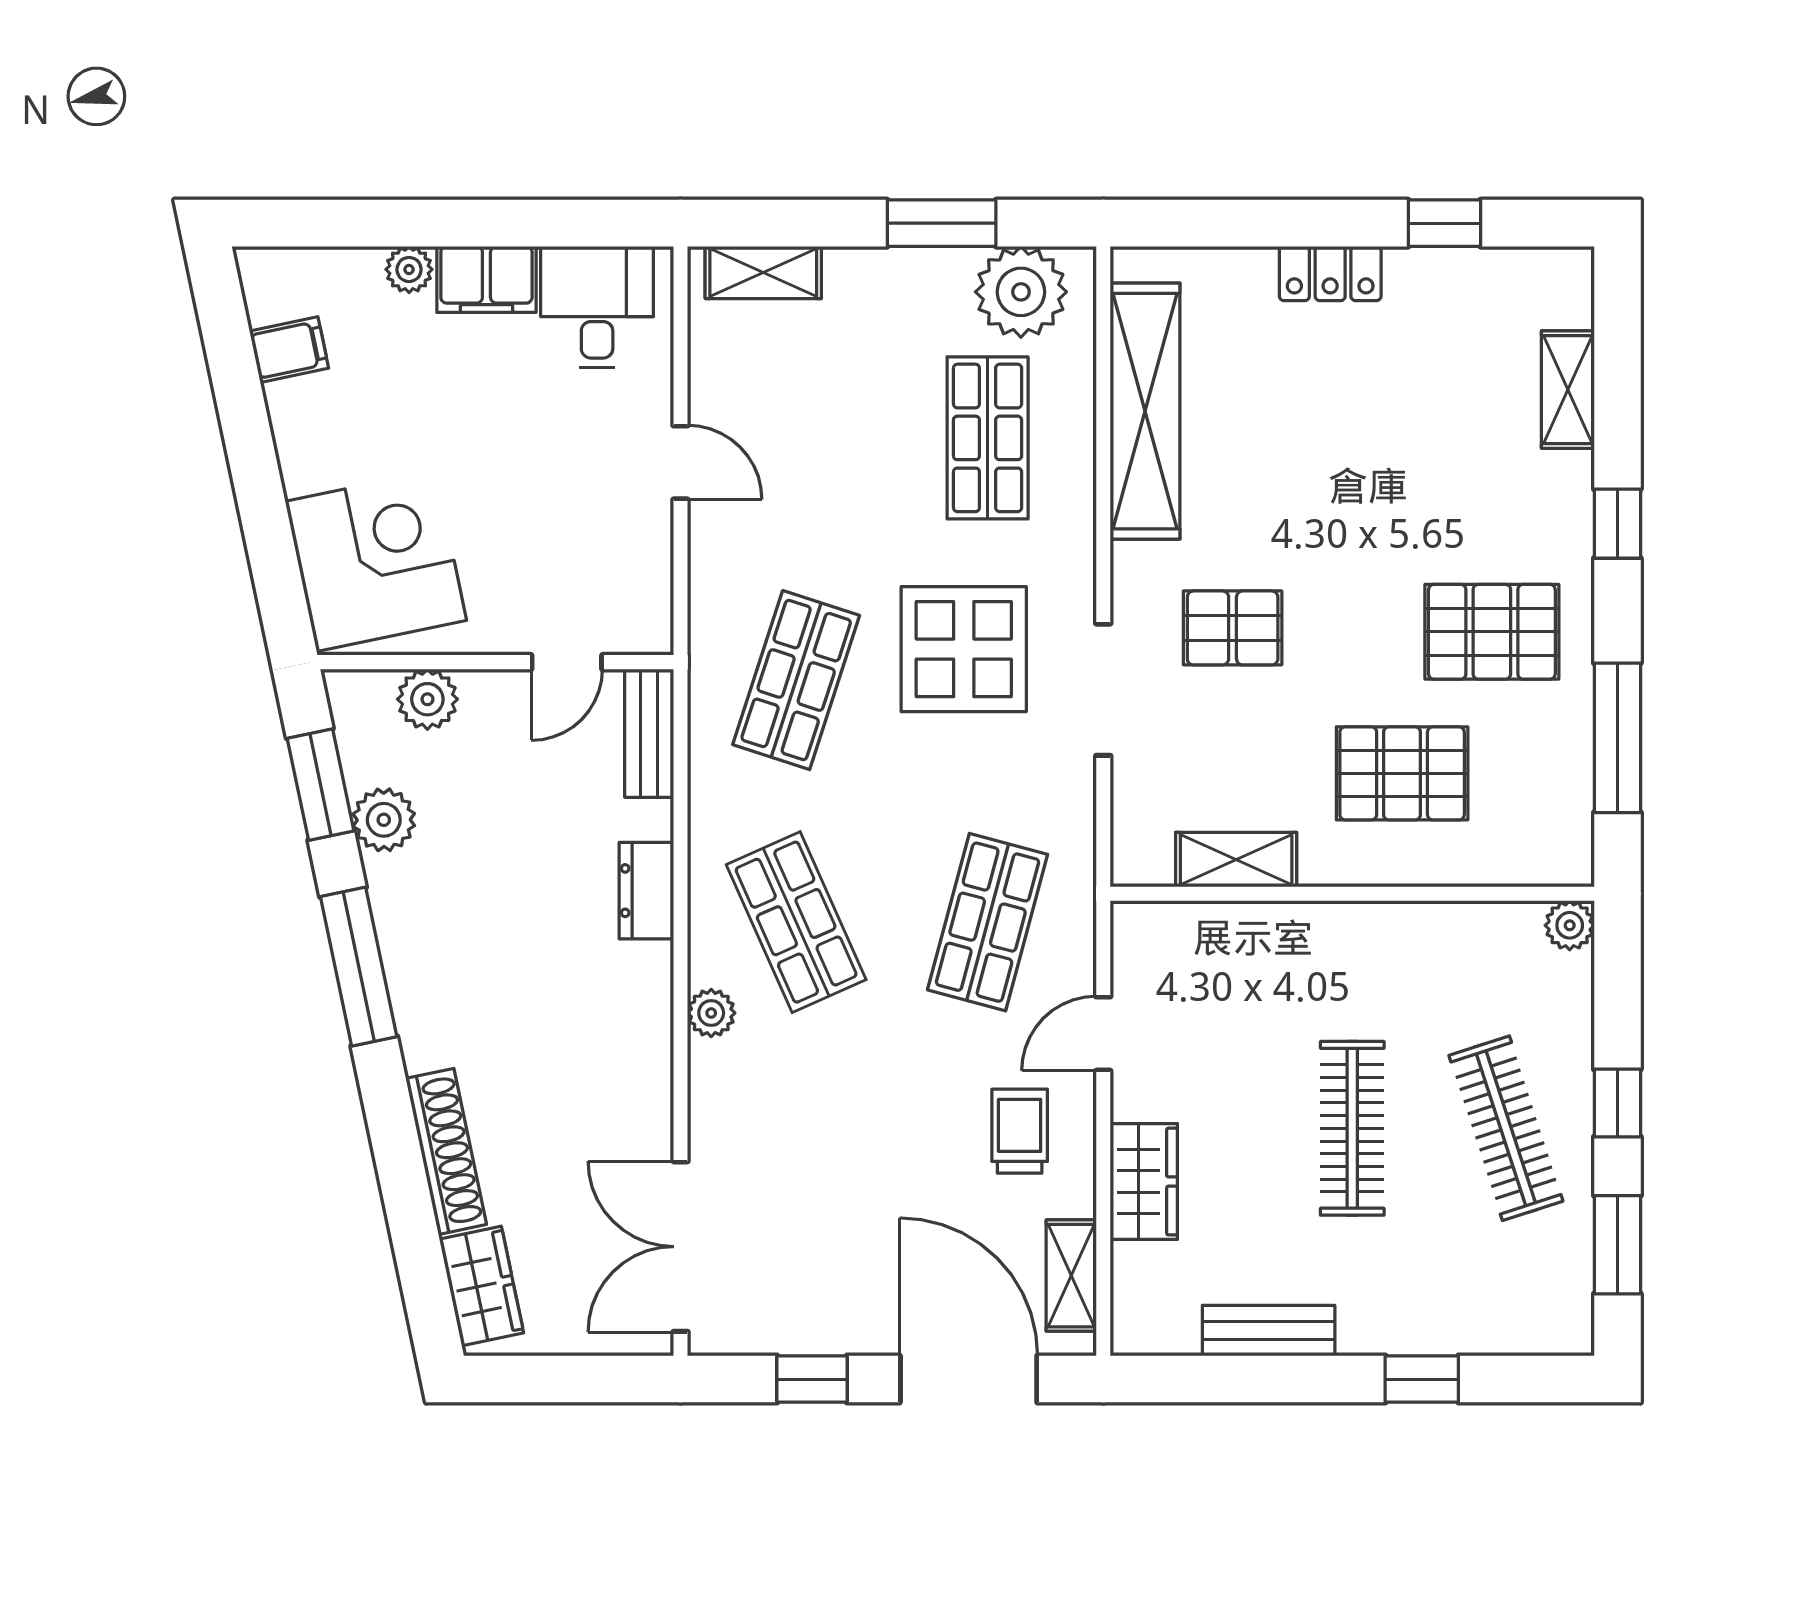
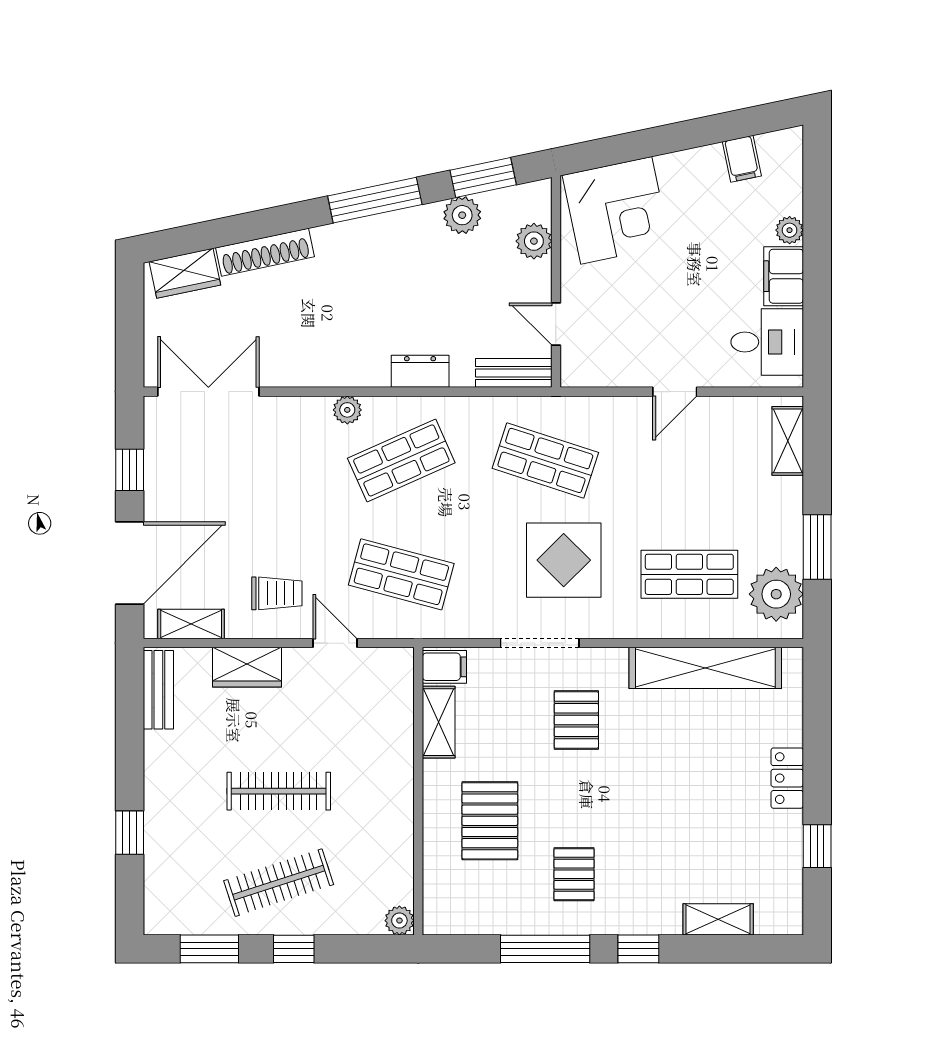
pallet: (1492, 632) -> (574, 874), width x0.67, depth x0.71
window: (1617, 738) -> (545, 949), moved
filing cabinet: (1143, 850) -> (444, 667), added
bench: (1269, 1331) -> (158, 690), moved

